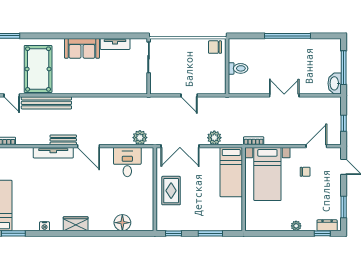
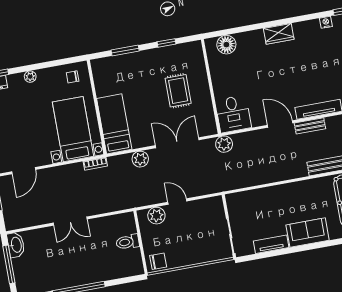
plant: (209, 87) -> (156, 216), added
chair: (305, 172) -> (73, 77), moved
wall: (155, 189) -> (211, 86), moved
nightstand: (45, 226) -> (326, 22), moved

